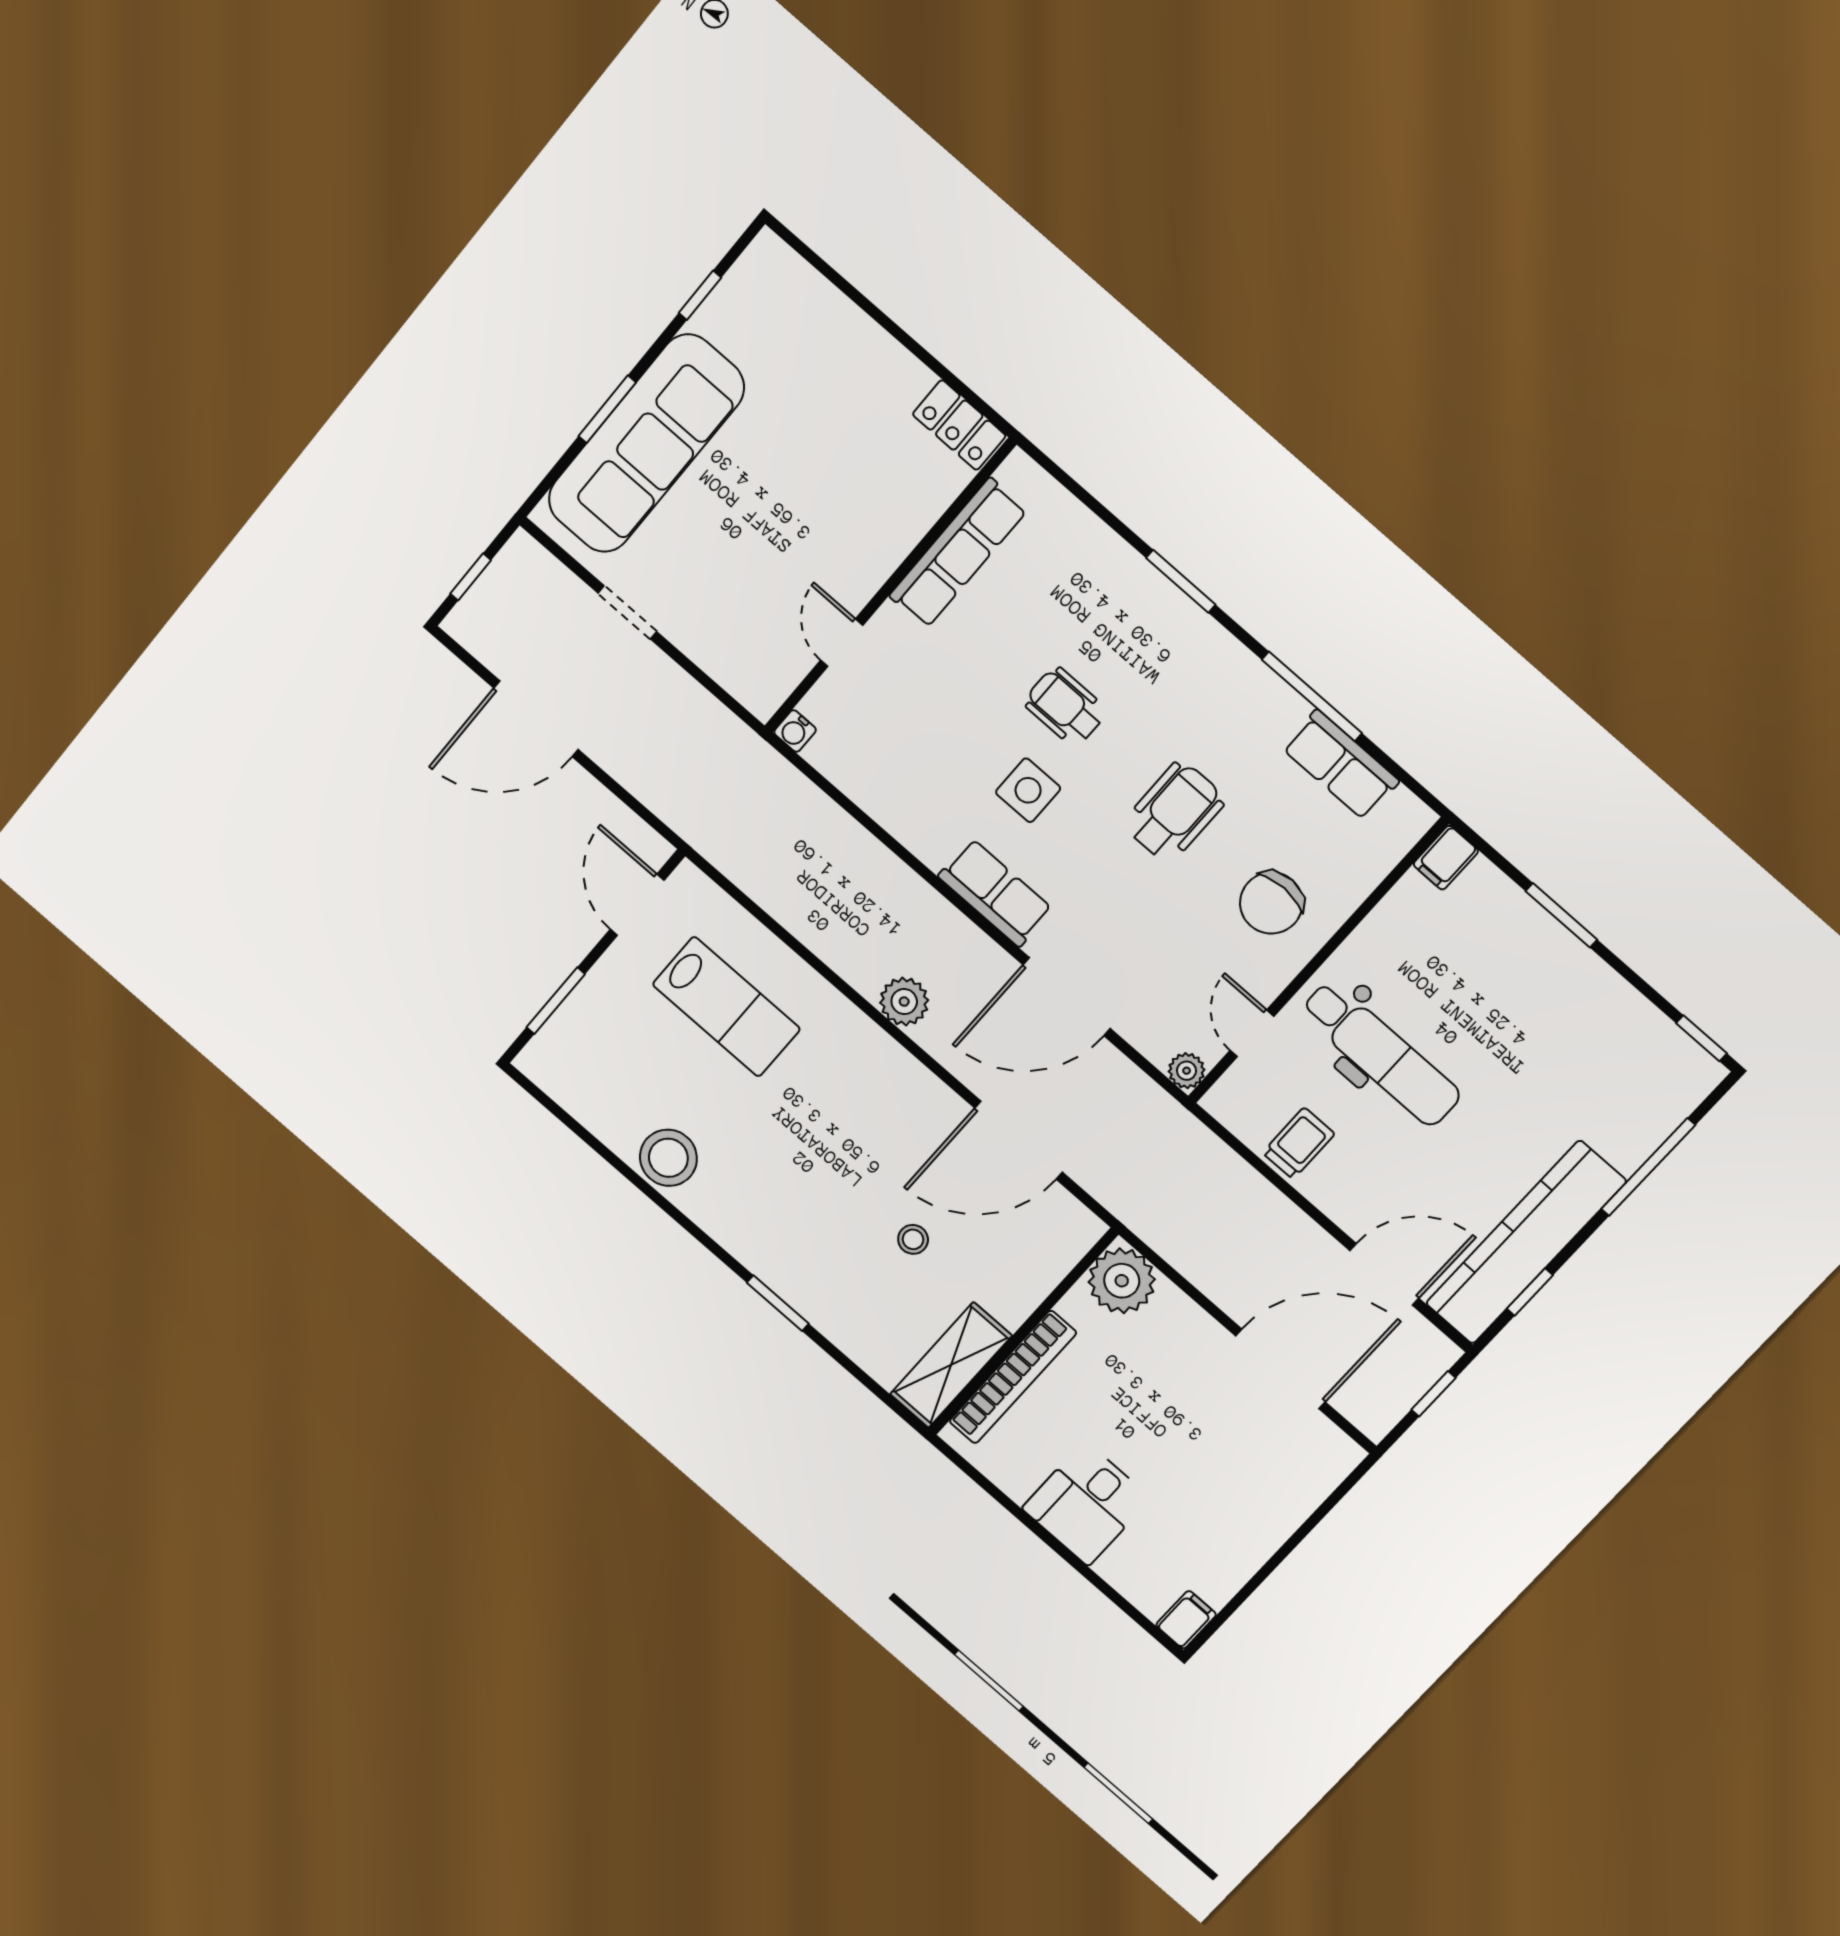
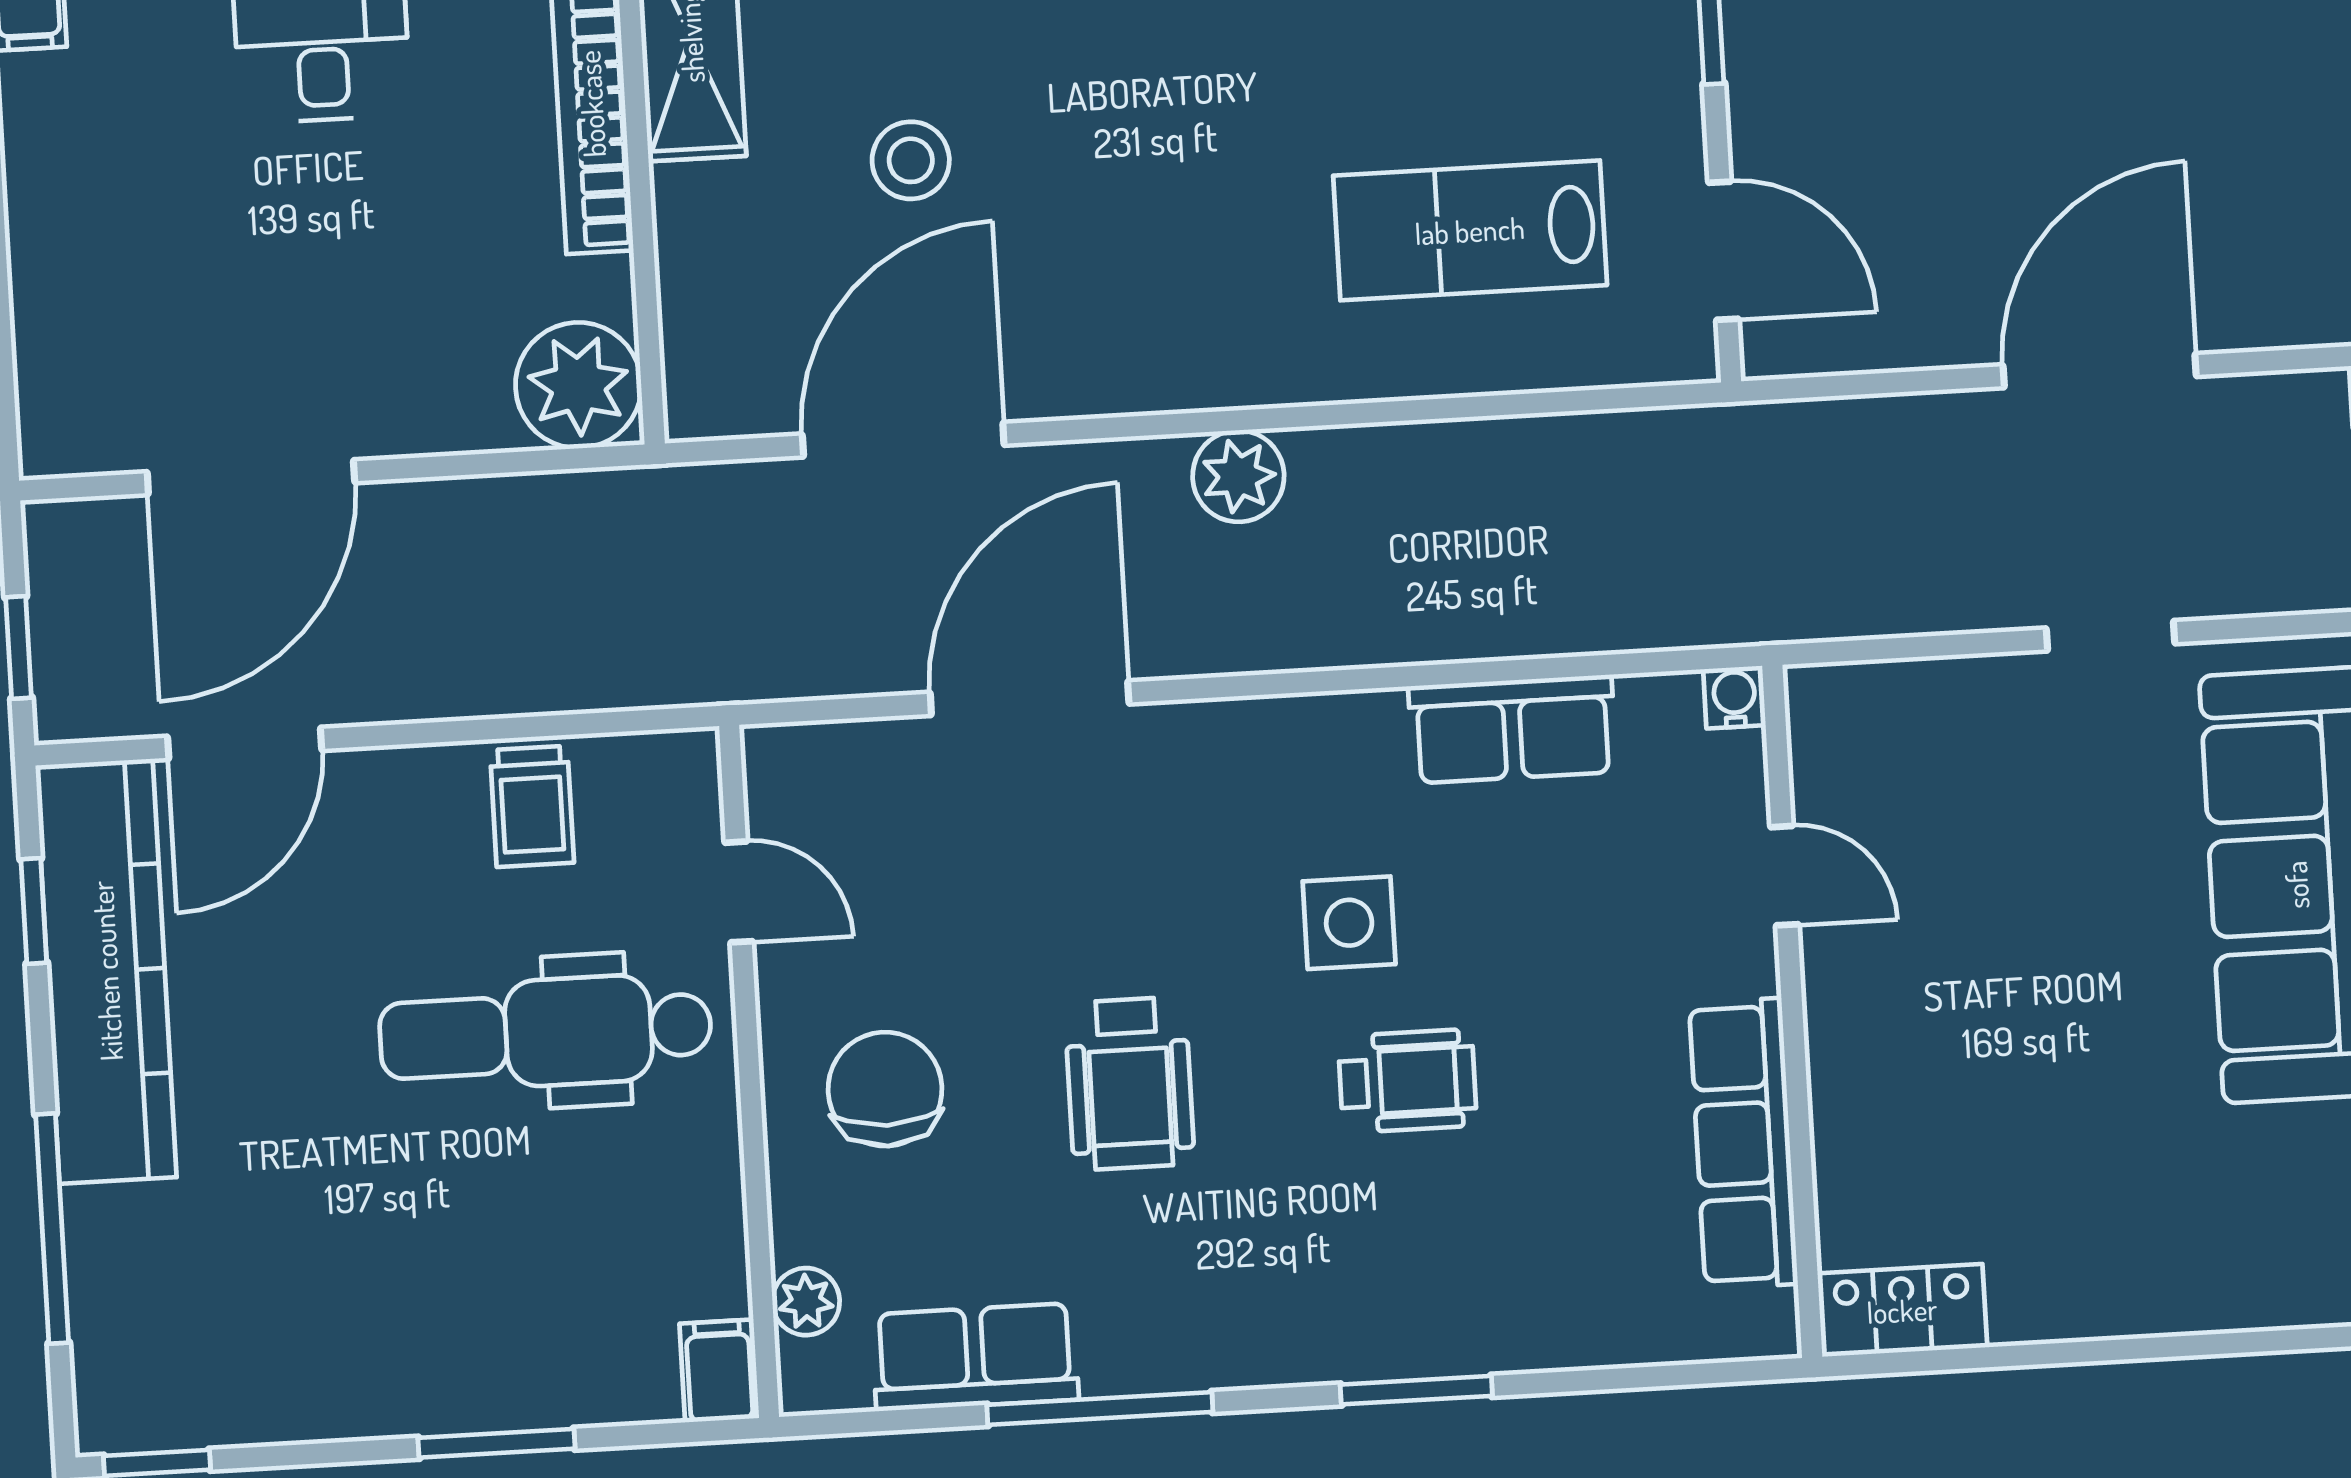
row of seats: (995, 893) -> (1512, 729), moved
plant: (1187, 1071) -> (806, 1302), moved
stool: (913, 1239) -> (911, 160), width x1.37, depth x1.37

